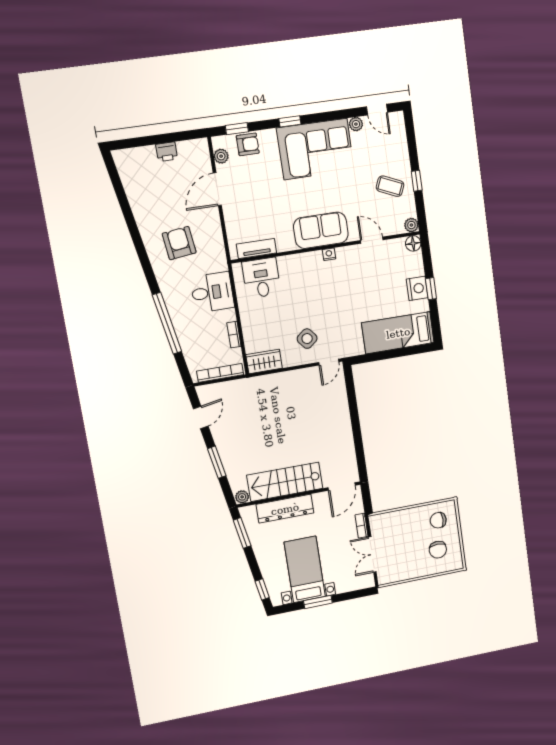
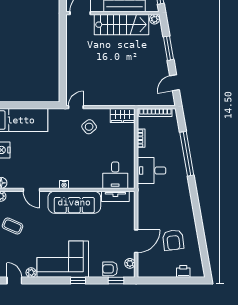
printer: (167, 152) -> (183, 271), moved
sofa: (321, 230) -> (74, 202), width x1.36
armchair: (179, 243) -> (173, 240), moved

